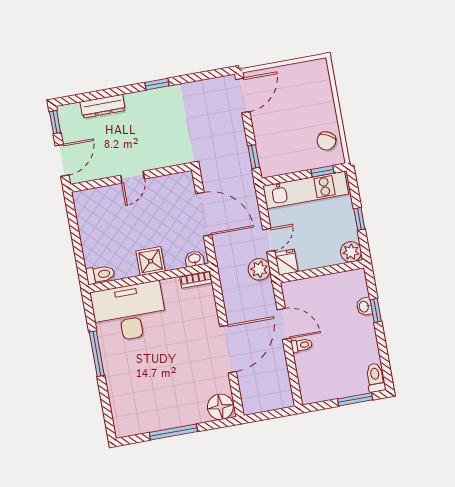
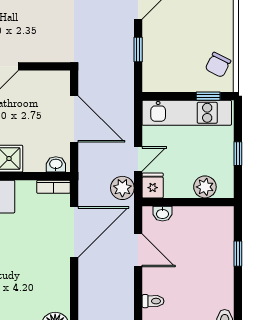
window: (254, 157) -> (138, 49), moved
plant: (351, 252) -> (205, 187), moved
washbasin: (364, 307) -> (162, 214), moved, turned -90
toilet: (302, 345) -> (153, 301), moved
door: (228, 349) -> (74, 232), moved

